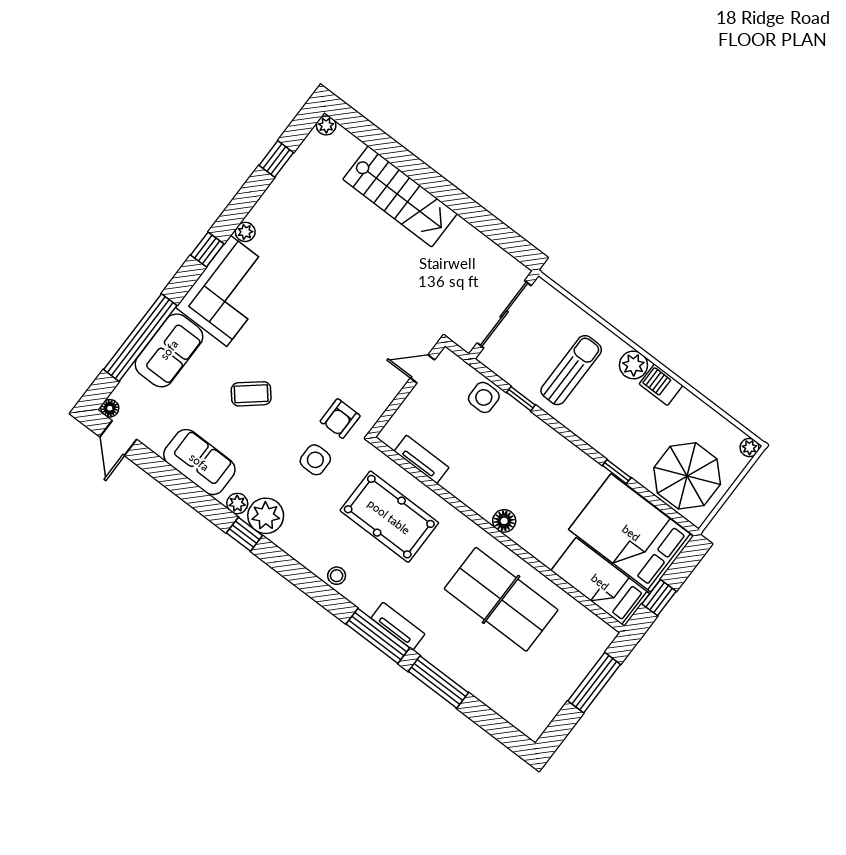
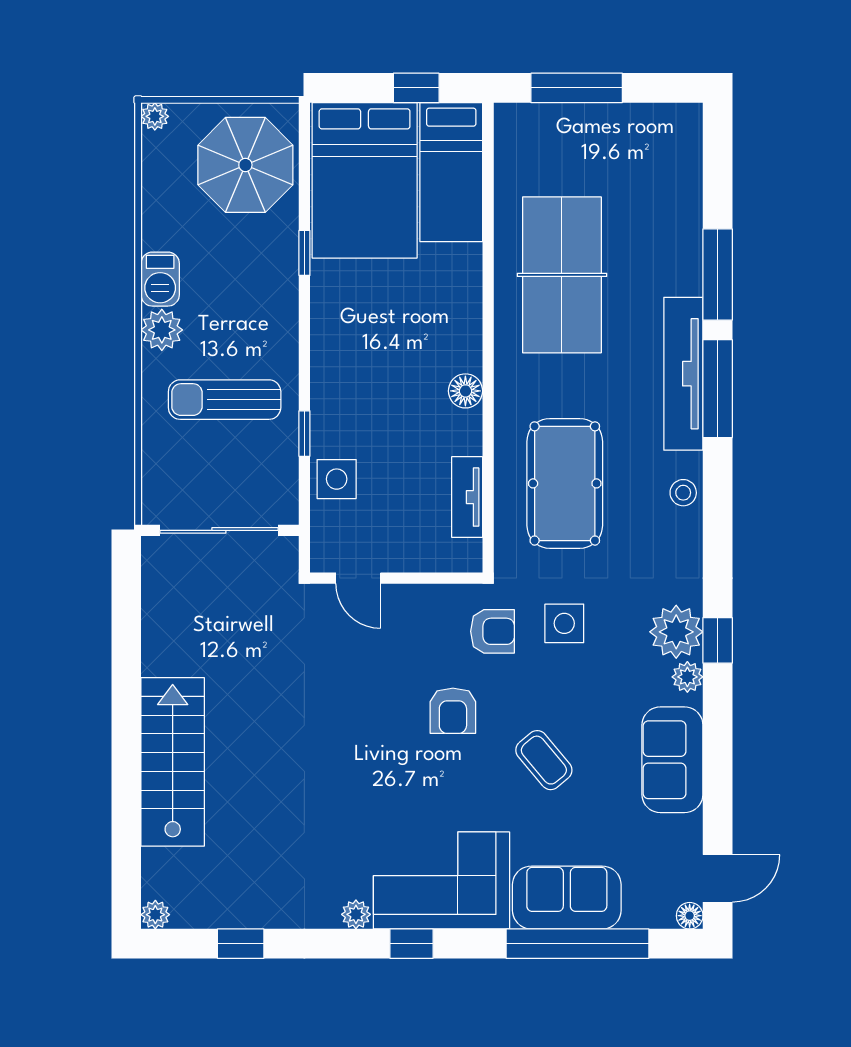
armchair: (314, 366) -> (453, 711), added
floor lamp: (504, 521) -> (465, 391), moved
tv unit: (398, 626) -> (683, 374), width x1.92, depth x1.29

